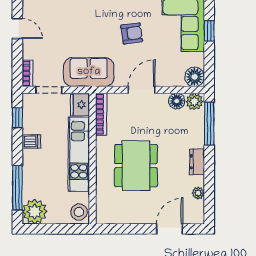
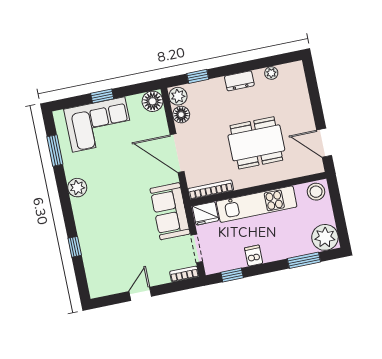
armchair: (132, 33) -> (121, 175), removed
door: (142, 90) -> (177, 153), width x1.36
window: (209, 124) -> (198, 76), width x0.46
window: (17, 188) -> (304, 260), width x0.69
door: (170, 229) -> (324, 143), moved

